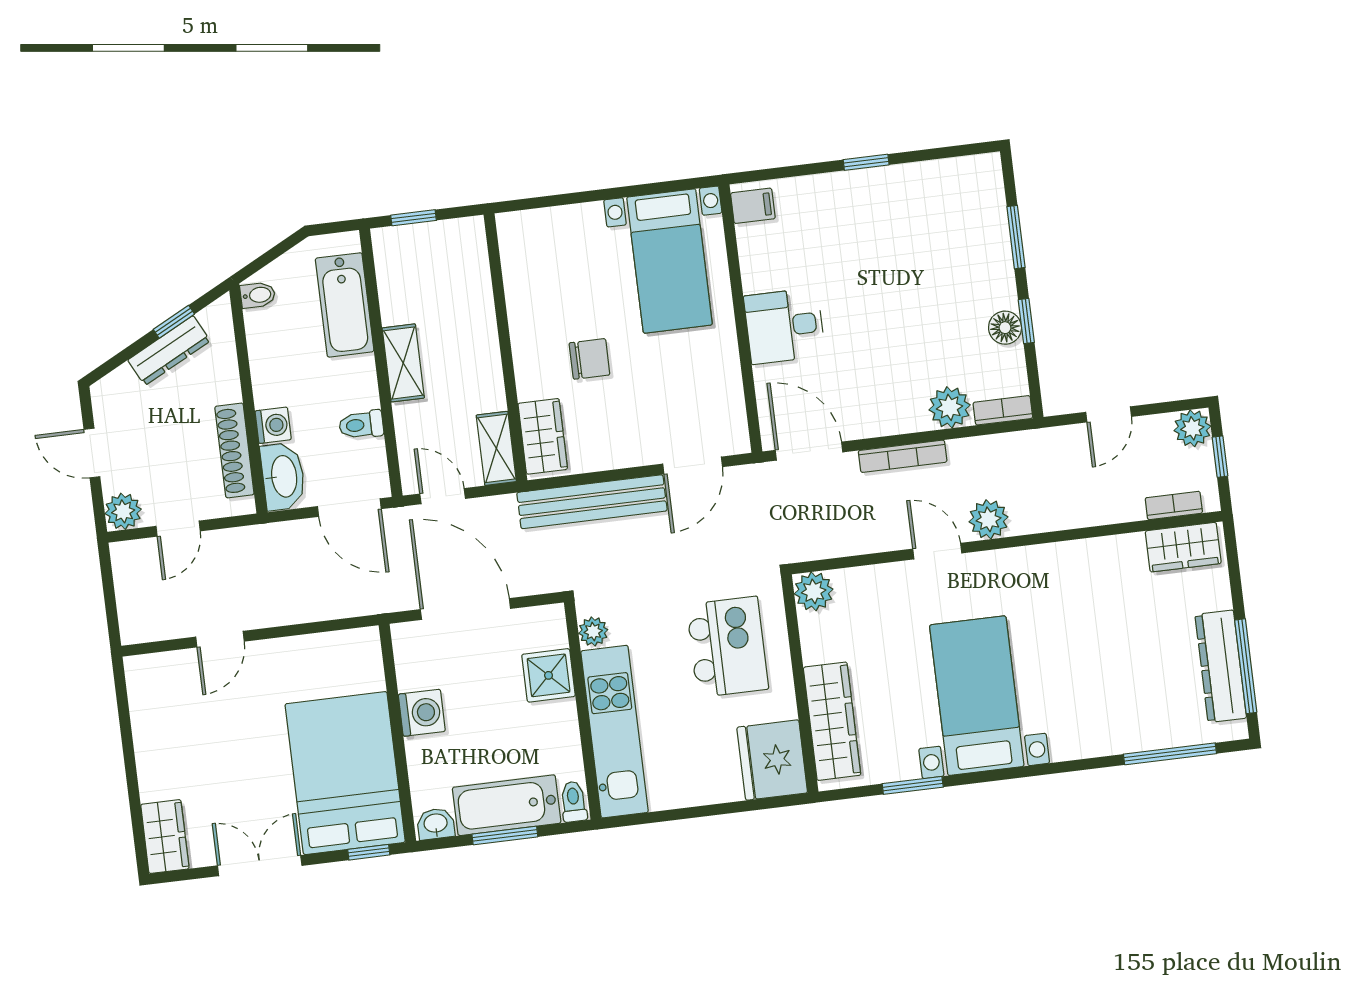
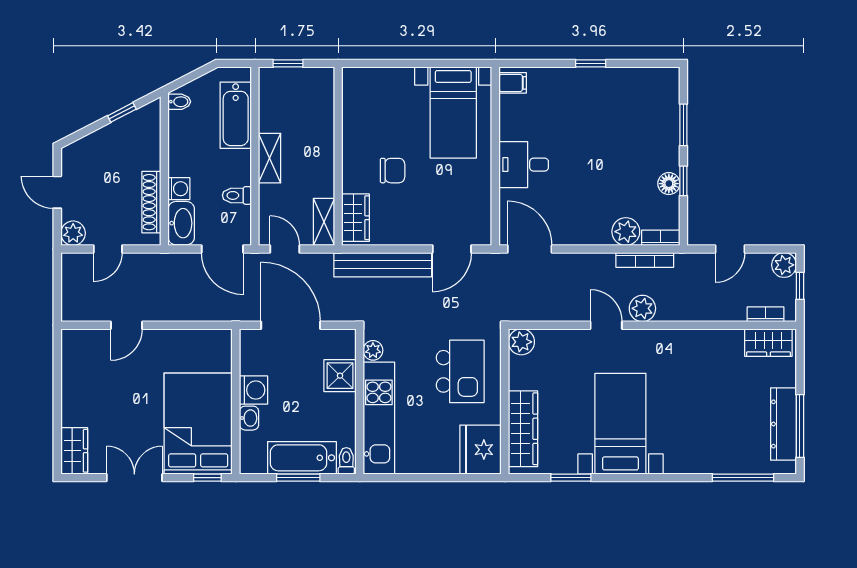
dresser: (169, 351) -> (116, 131), removed
bookcase: (903, 456) -> (645, 260), moved
washbasin: (436, 824) -> (249, 418), moved, turned 90

